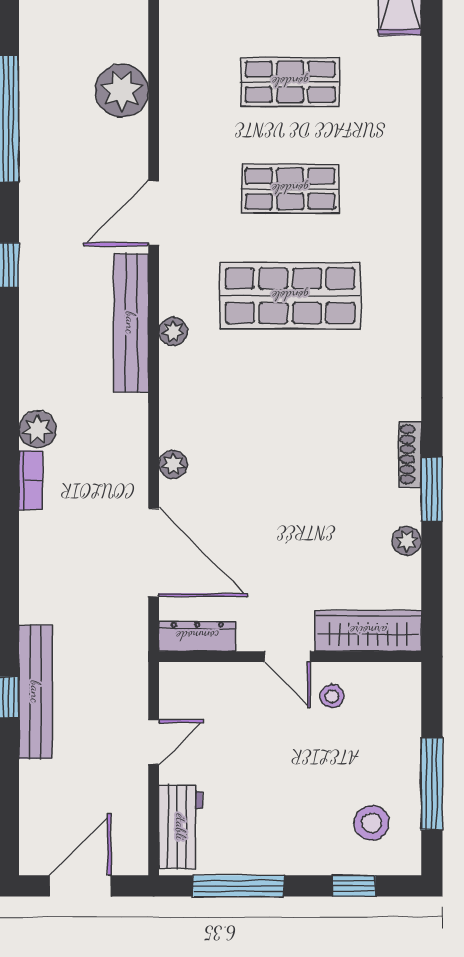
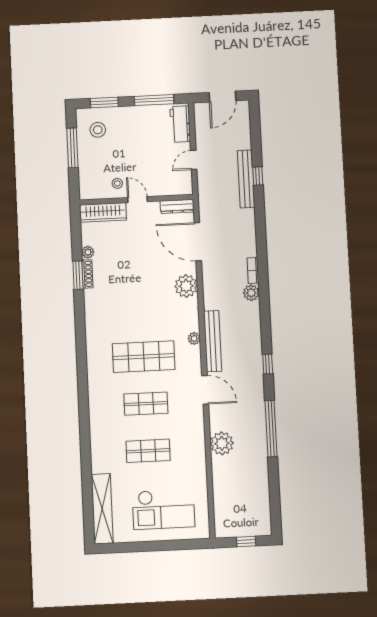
door: (154, 213) -> (205, 390), hinge flipped
shoe rack: (410, 454) -> (87, 274), moved
plant: (173, 464) -> (186, 286), width x1.87, depth x1.87
window: (354, 886) -> (104, 102), width x1.50

